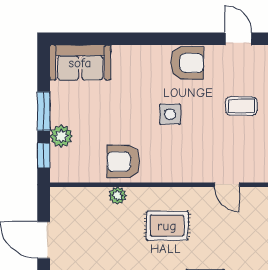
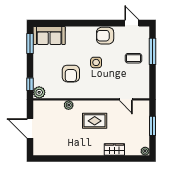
armchair: (187, 63) -> (105, 36), turned 180
window: (44, 111) -> (30, 44), moved
plant: (61, 136) -> (39, 92), moved
armchair: (123, 162) -> (71, 74), moved, turned -90

